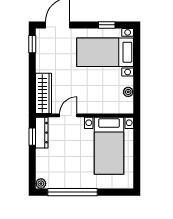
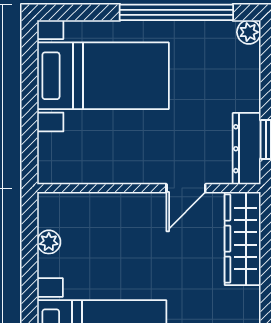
bed with nightstands: (109, 146) -> (103, 76), moved, turned 90

